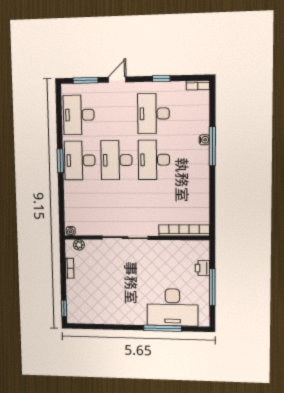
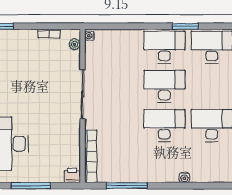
window: (212, 146) -> (127, 186), moved
window: (60, 161) -> (185, 26), moved
printer: (202, 268) -> (72, 175), moved

